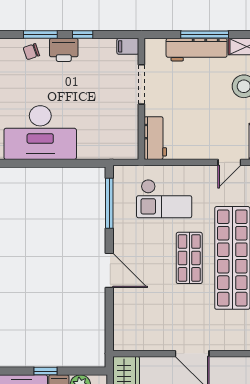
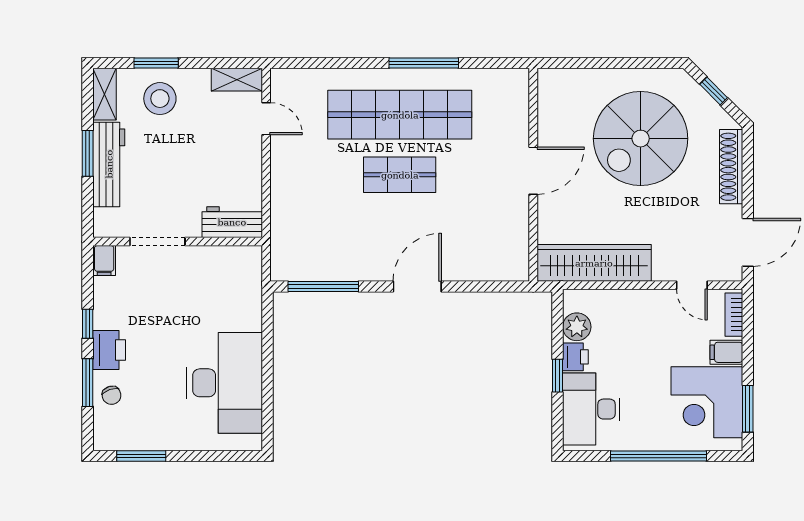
window: (205, 35) -> (88, 153), width x0.69
checkout: (164, 199) -> (317, 210), removed

